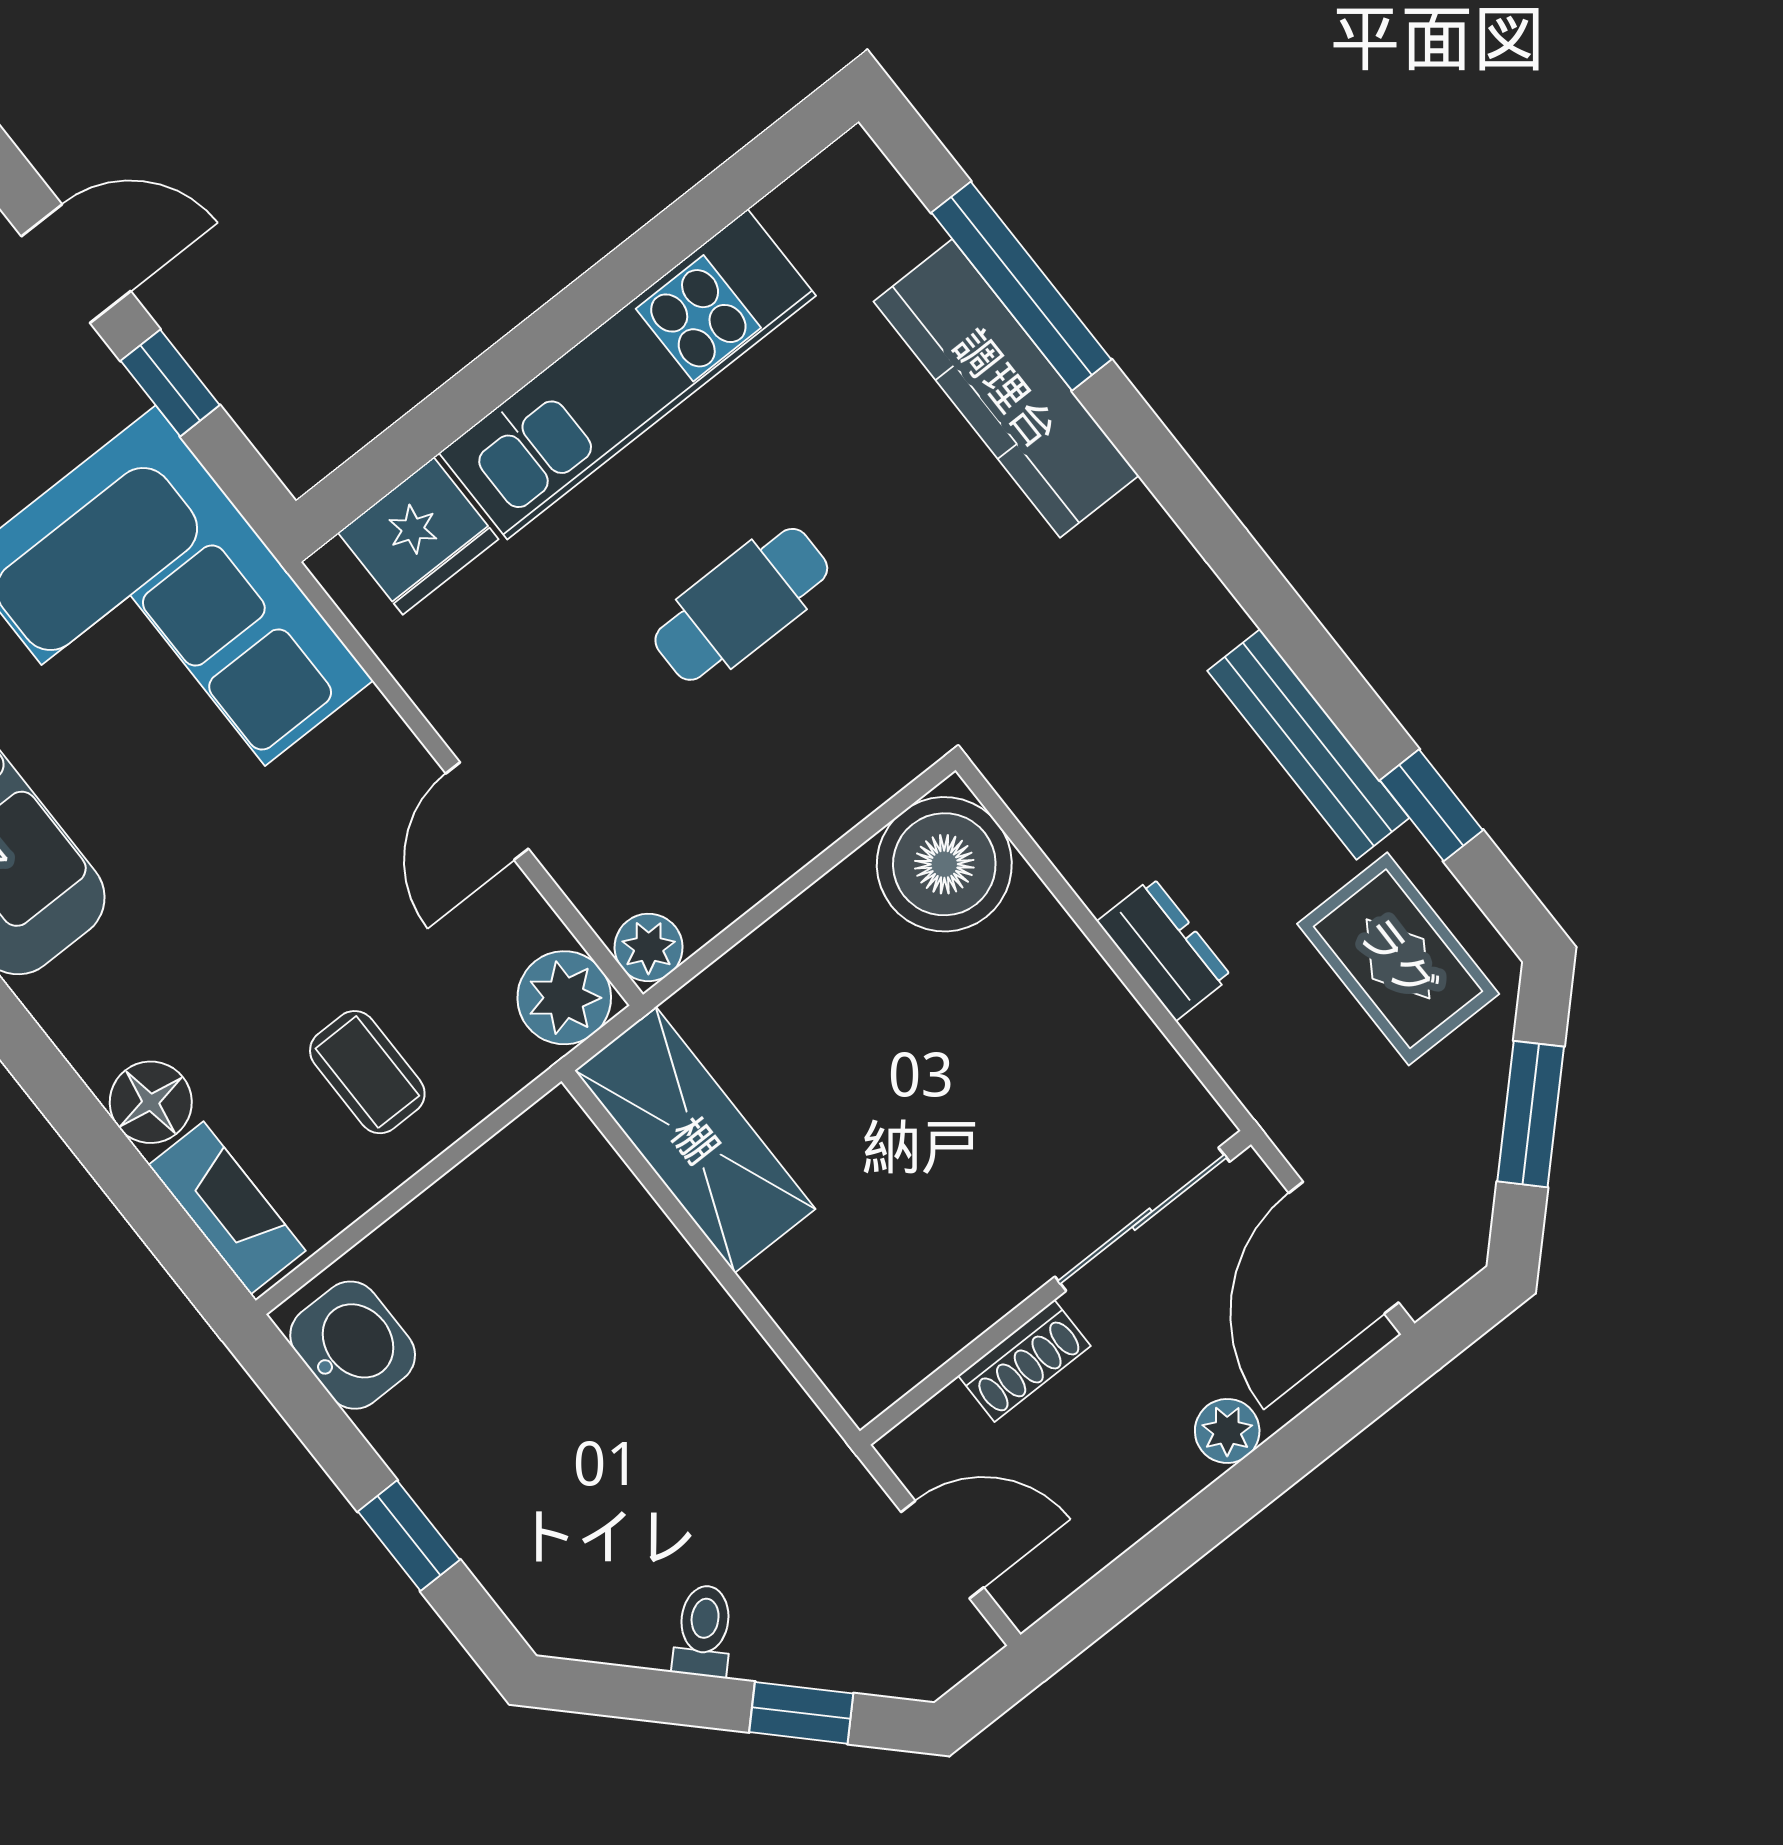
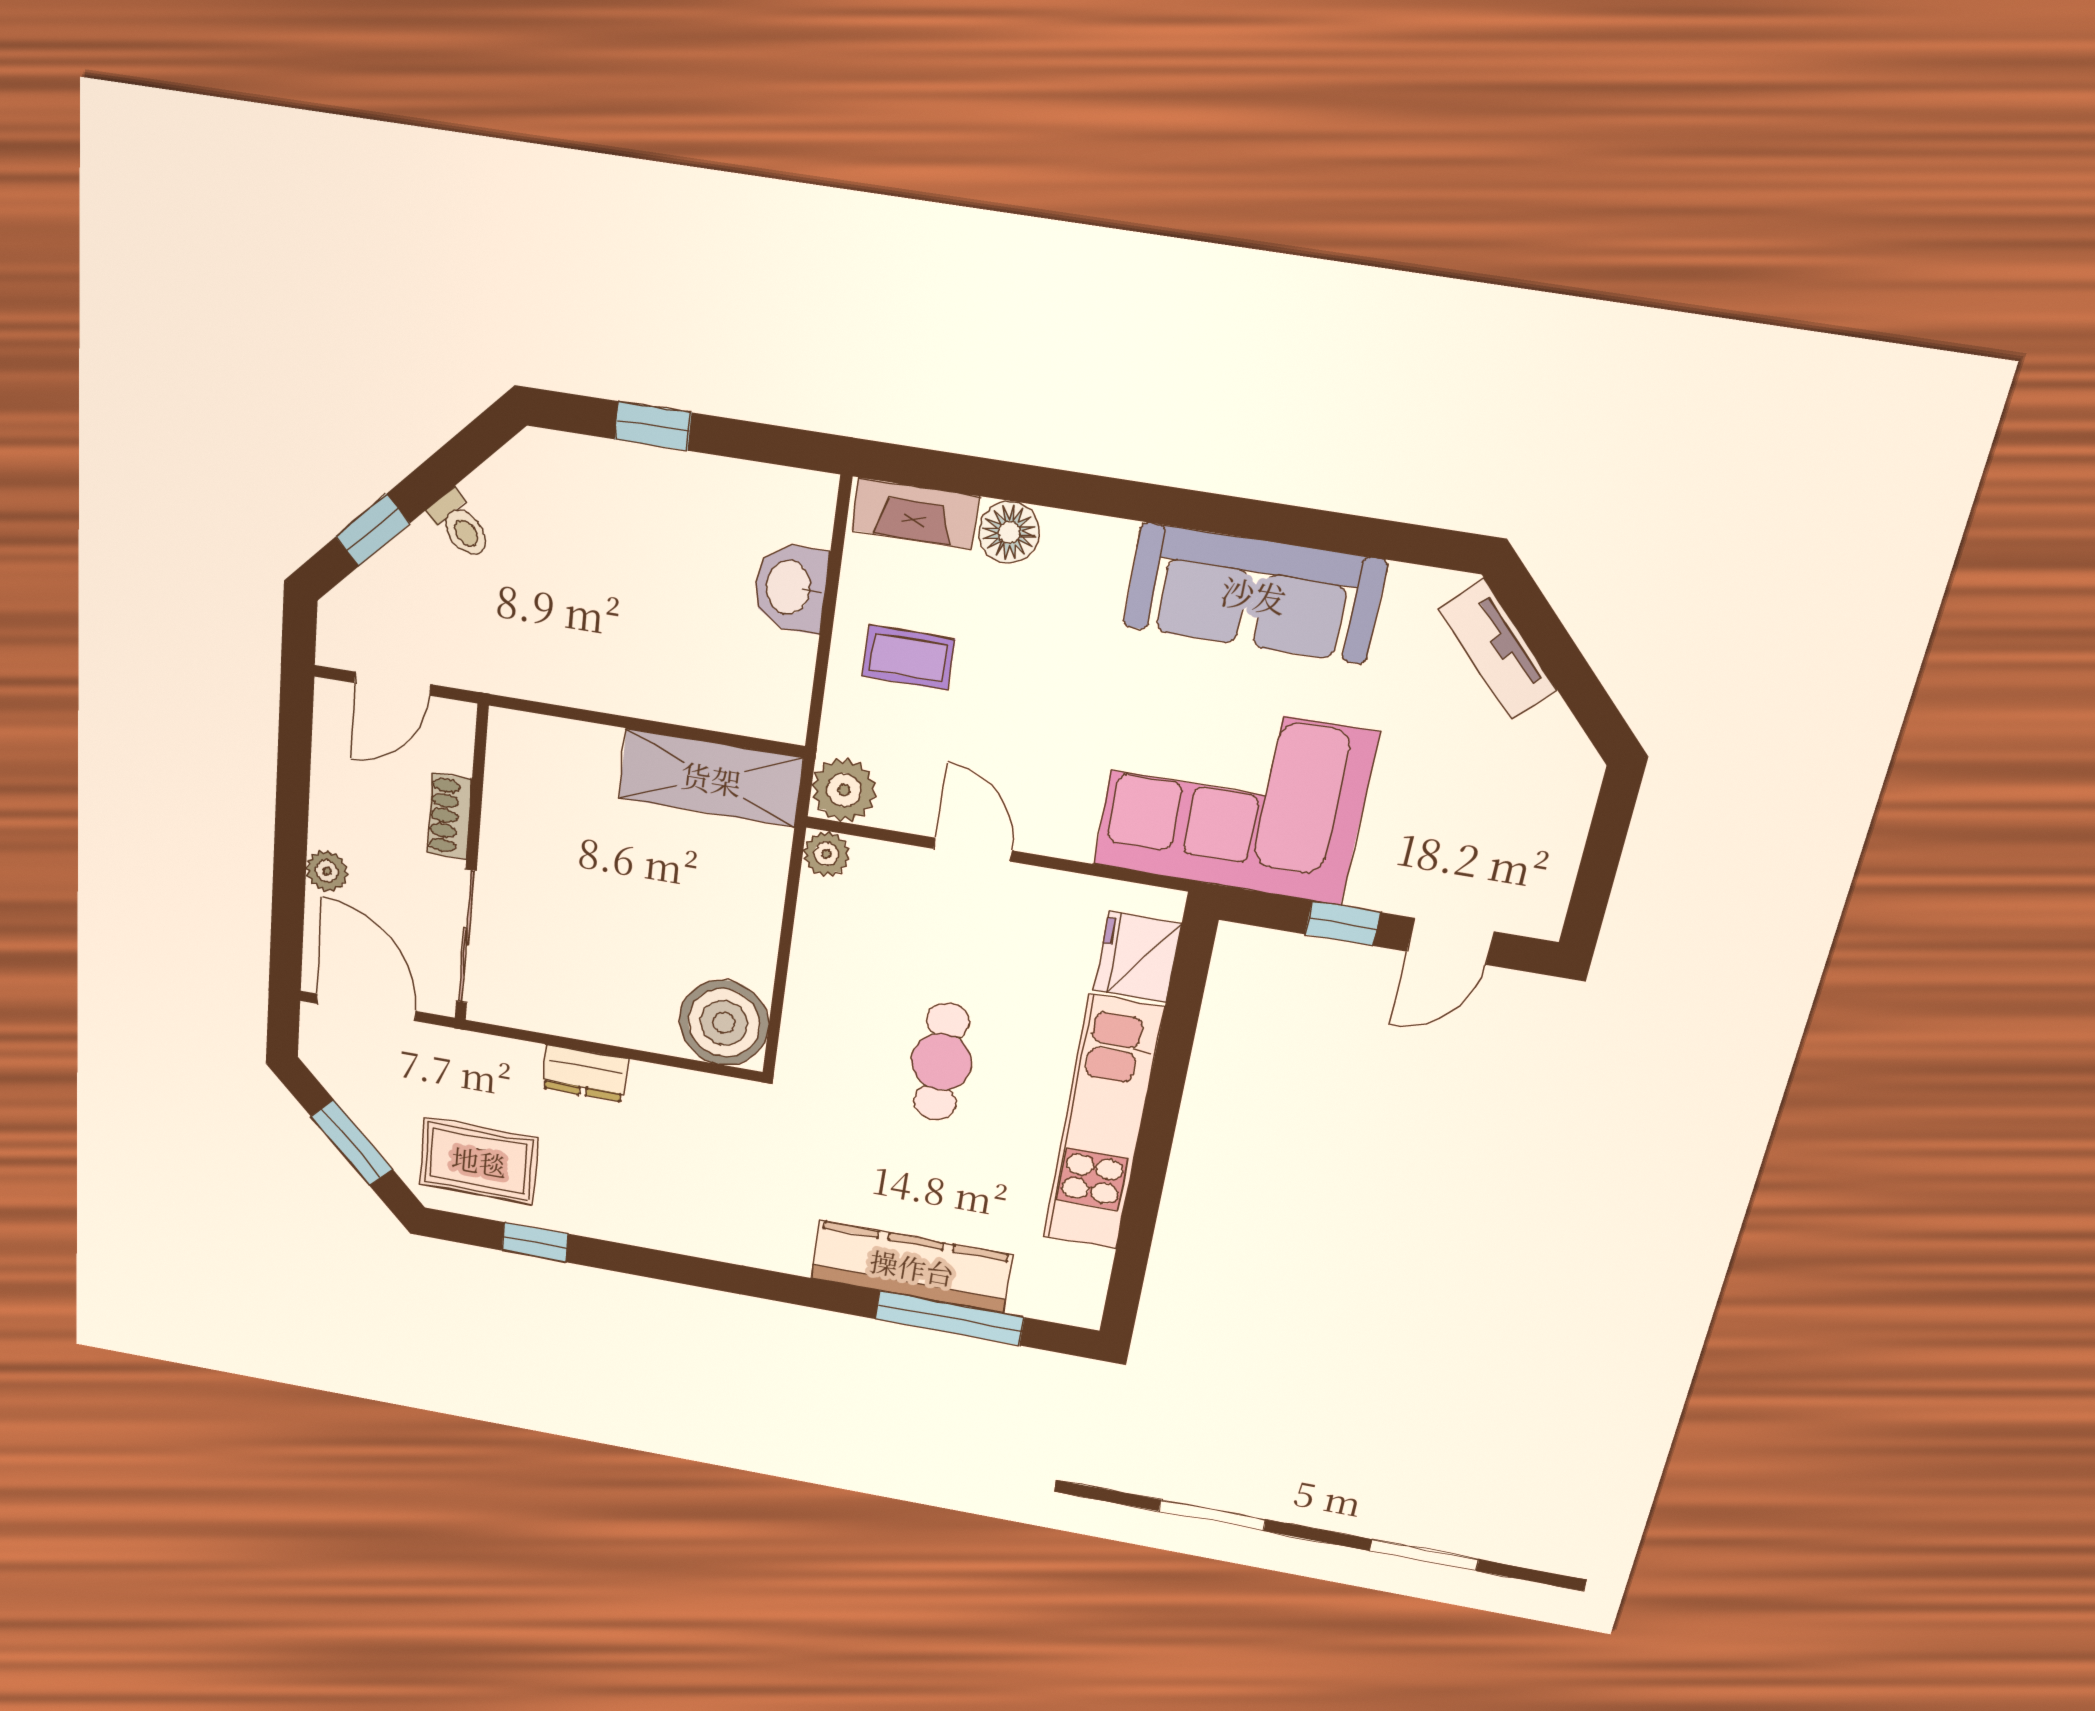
bench: (1308, 744) -> (615, 1223), removed
washbasin: (353, 1345) -> (790, 588), moved, turned 90

